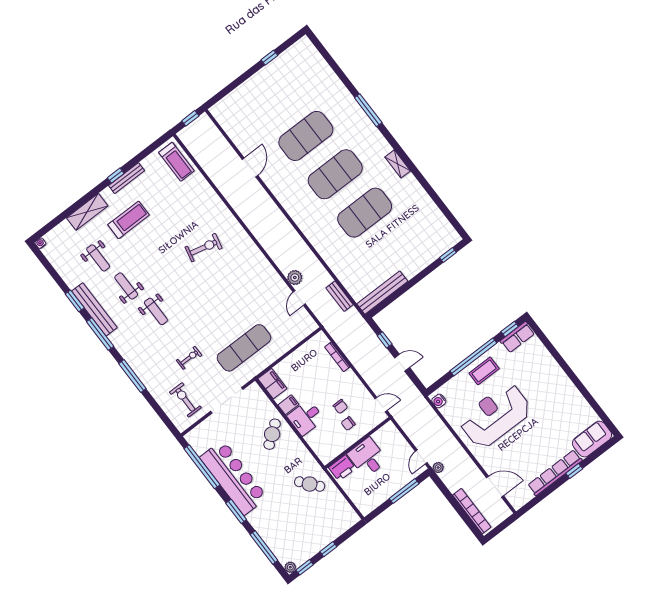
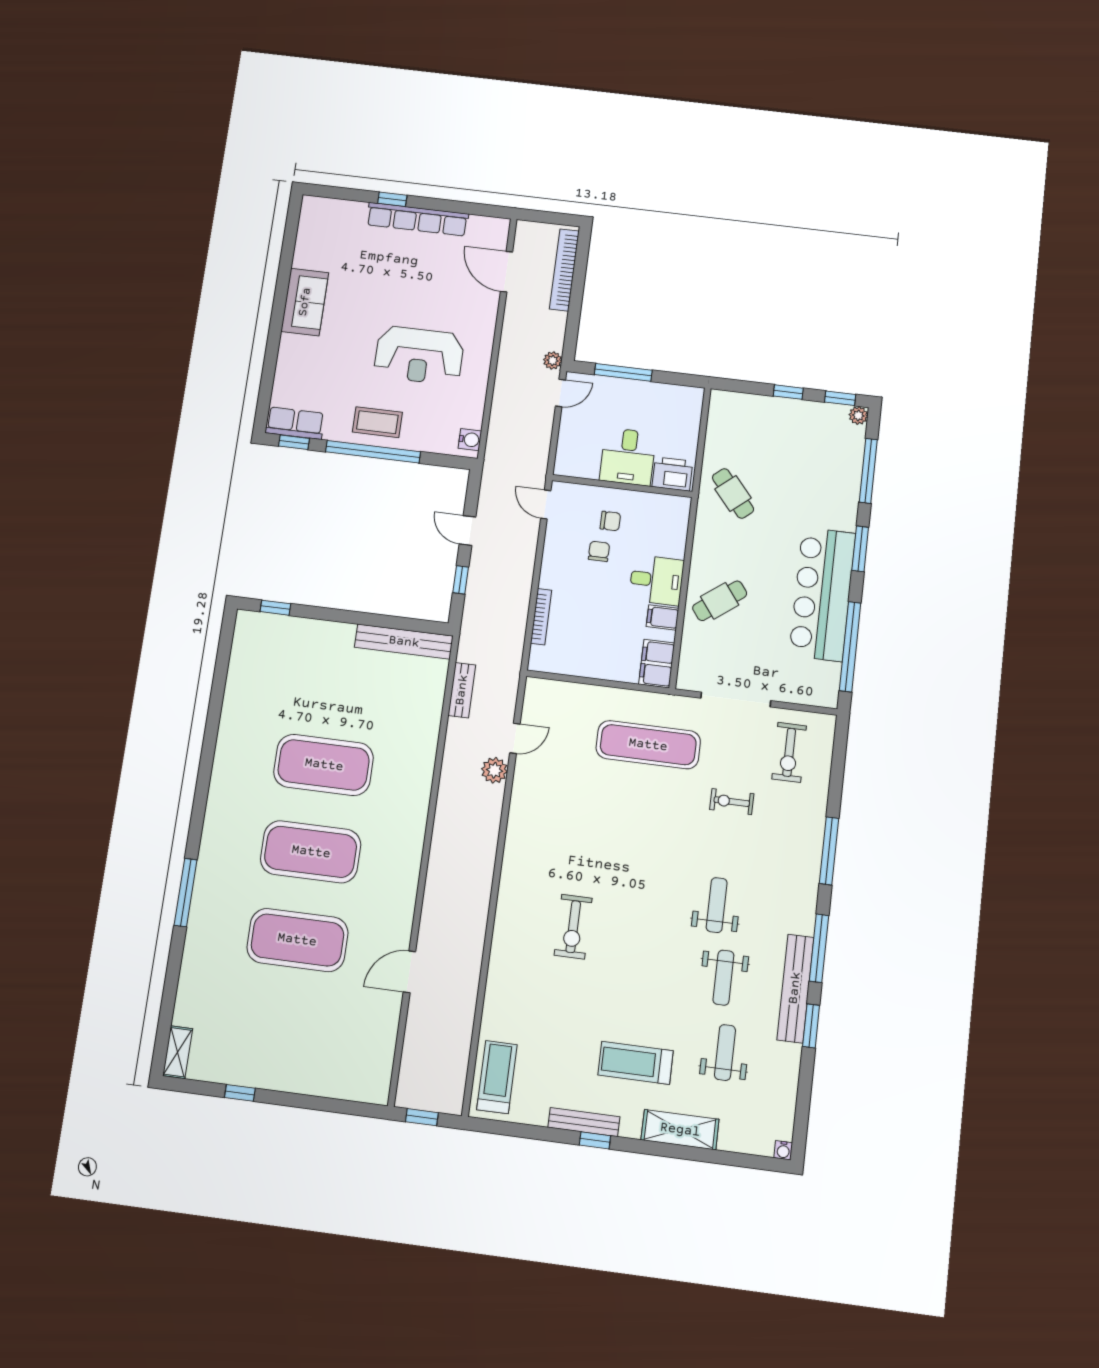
shelving: (398, 164) -> (178, 1052), moved
exercise bike: (204, 248) -> (573, 927), turned -103
reception desk: (495, 416) -> (419, 355), width x0.74, depth x0.77
sofa: (592, 439) -> (305, 302), moved, turned -90

